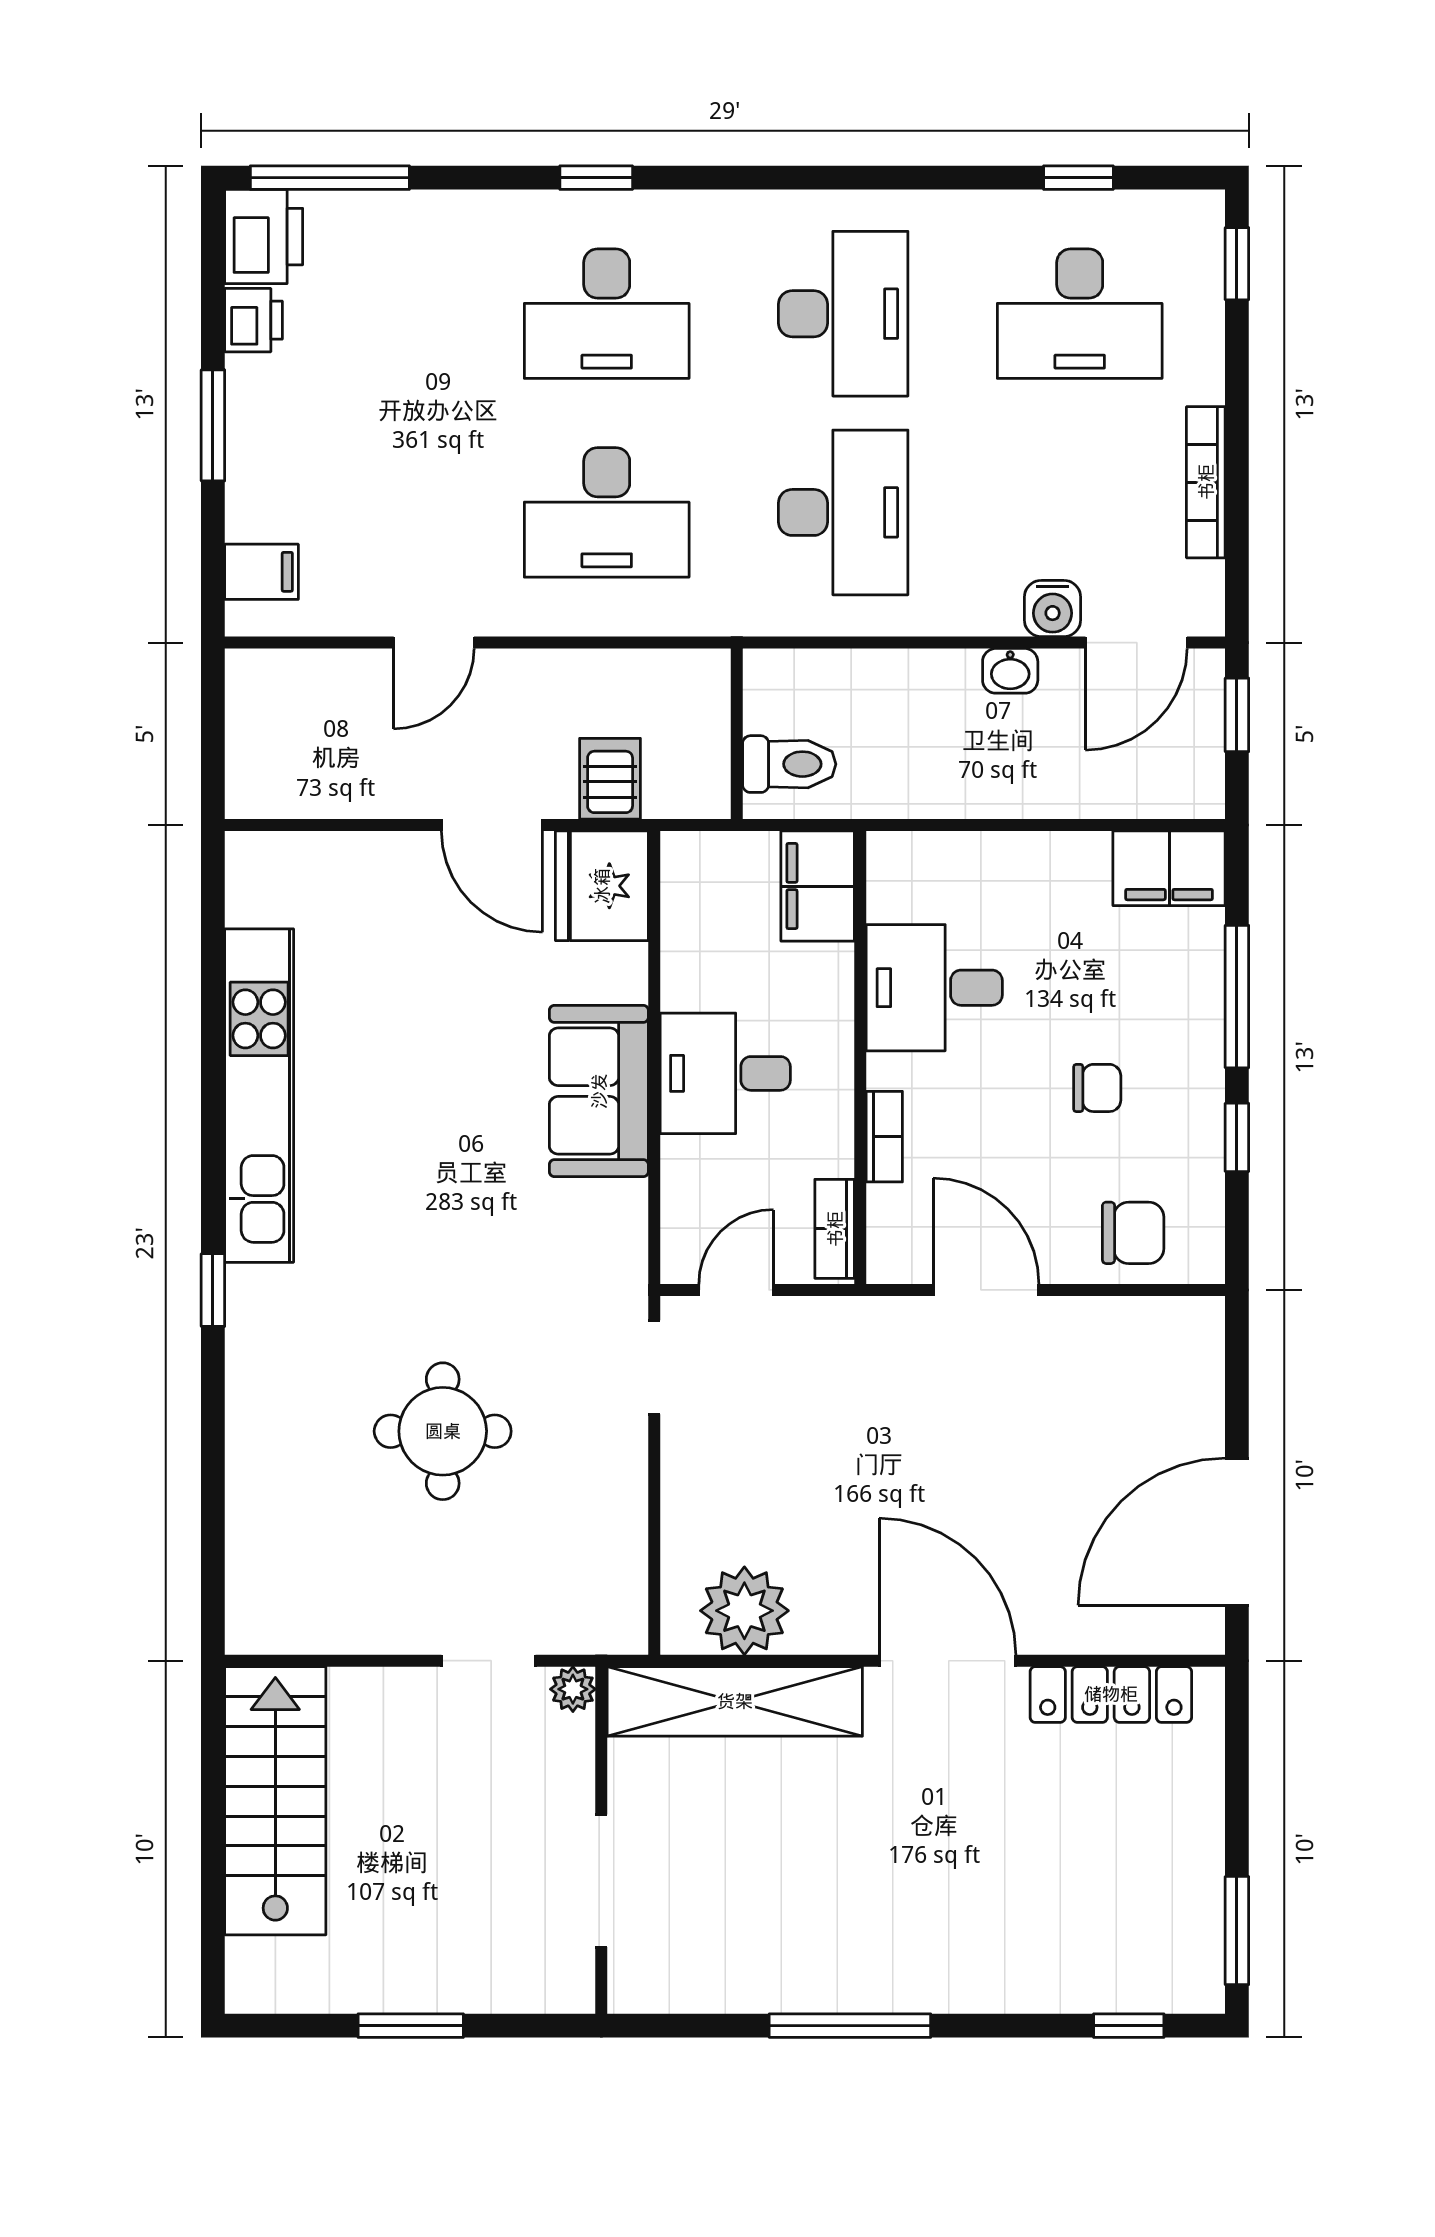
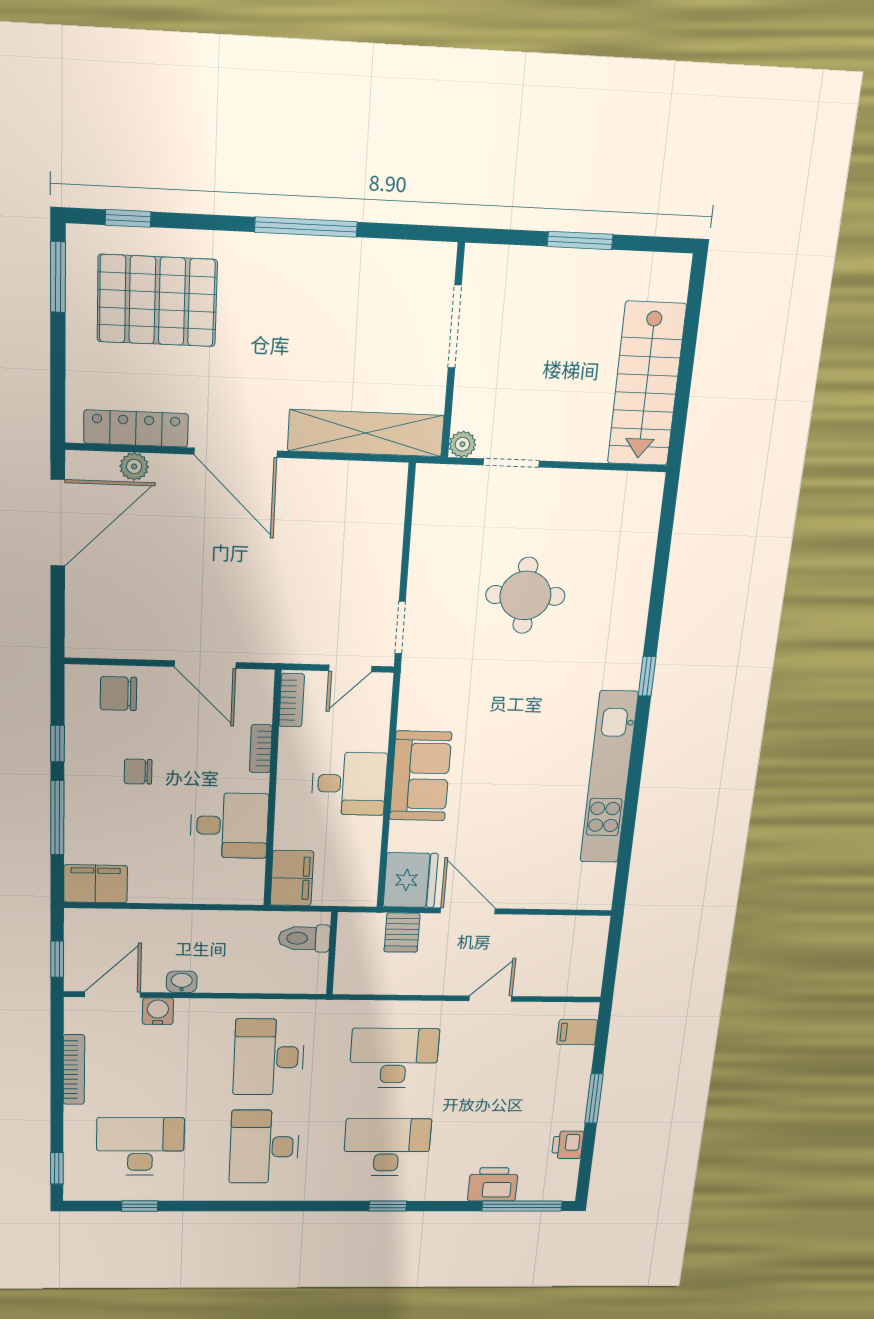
printer: (264, 237) -> (493, 1184), moved, turned 90
plant: (744, 1611) -> (134, 466), moved, width x0.53, depth x0.53
pallet: (1081, 1901) -> (157, 301), added

